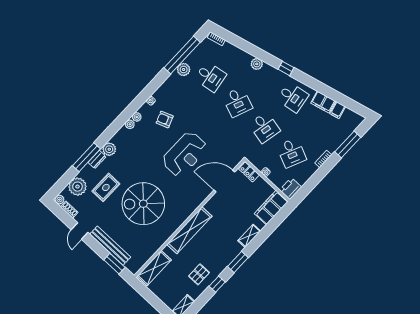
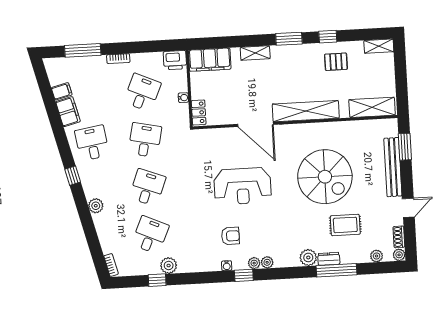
window: (182, 55) -> (157, 280), width x0.32
desk: (210, 77) -> (150, 235), turned 33
window: (136, 104) -> (244, 275), added
armchair: (165, 119) -> (230, 236), turned -69
reception desk: (185, 154) -> (243, 186), turned 180
door: (224, 181) -> (256, 124), moved
plant: (77, 187) -> (377, 256), width x0.53, depth x0.53

